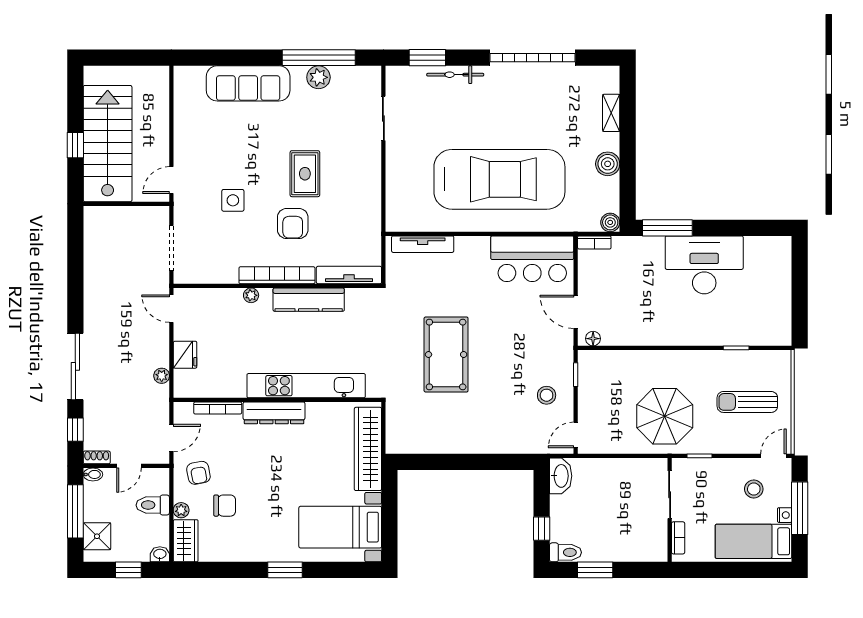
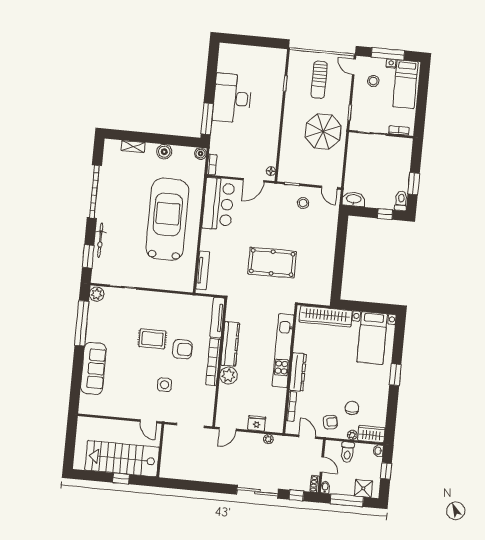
plant: (318, 77) -> (97, 294), moved
plant: (251, 295) -> (228, 376), width x1.87, depth x1.87

